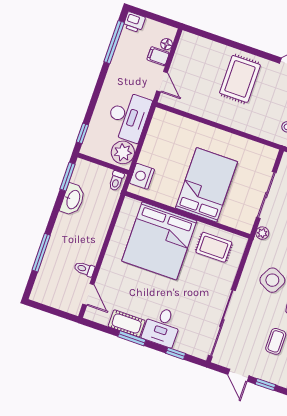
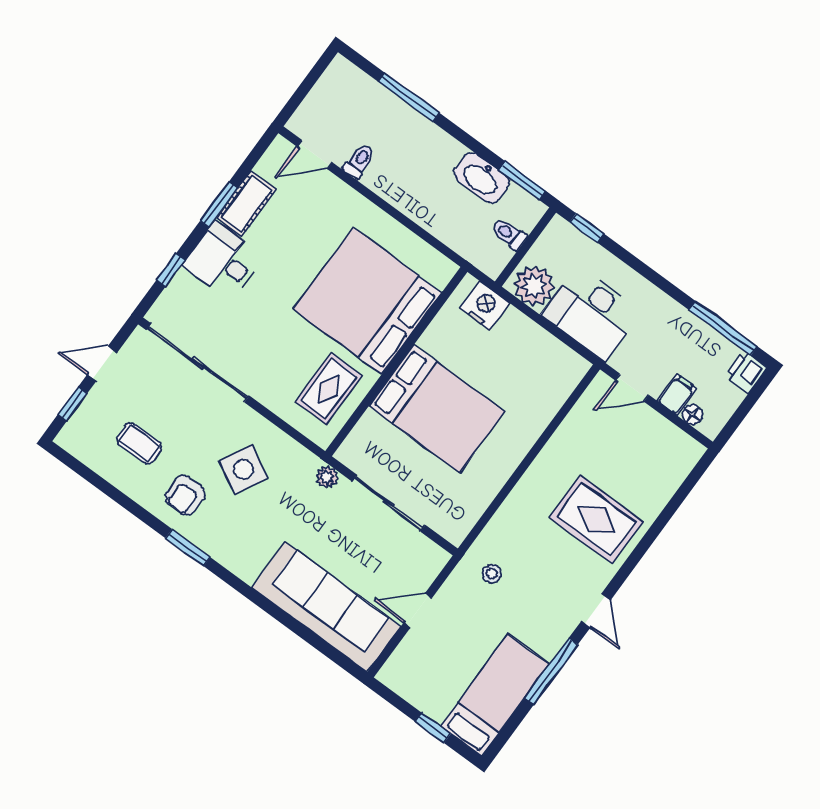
toilet: (116, 181) -> (509, 234), moved

